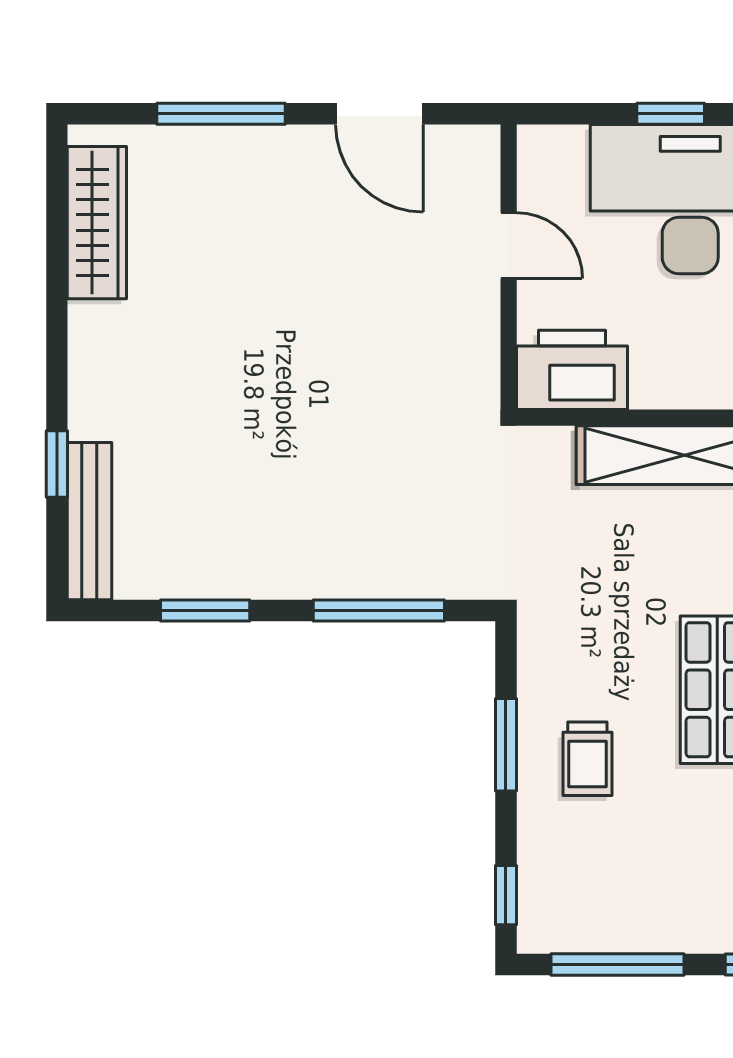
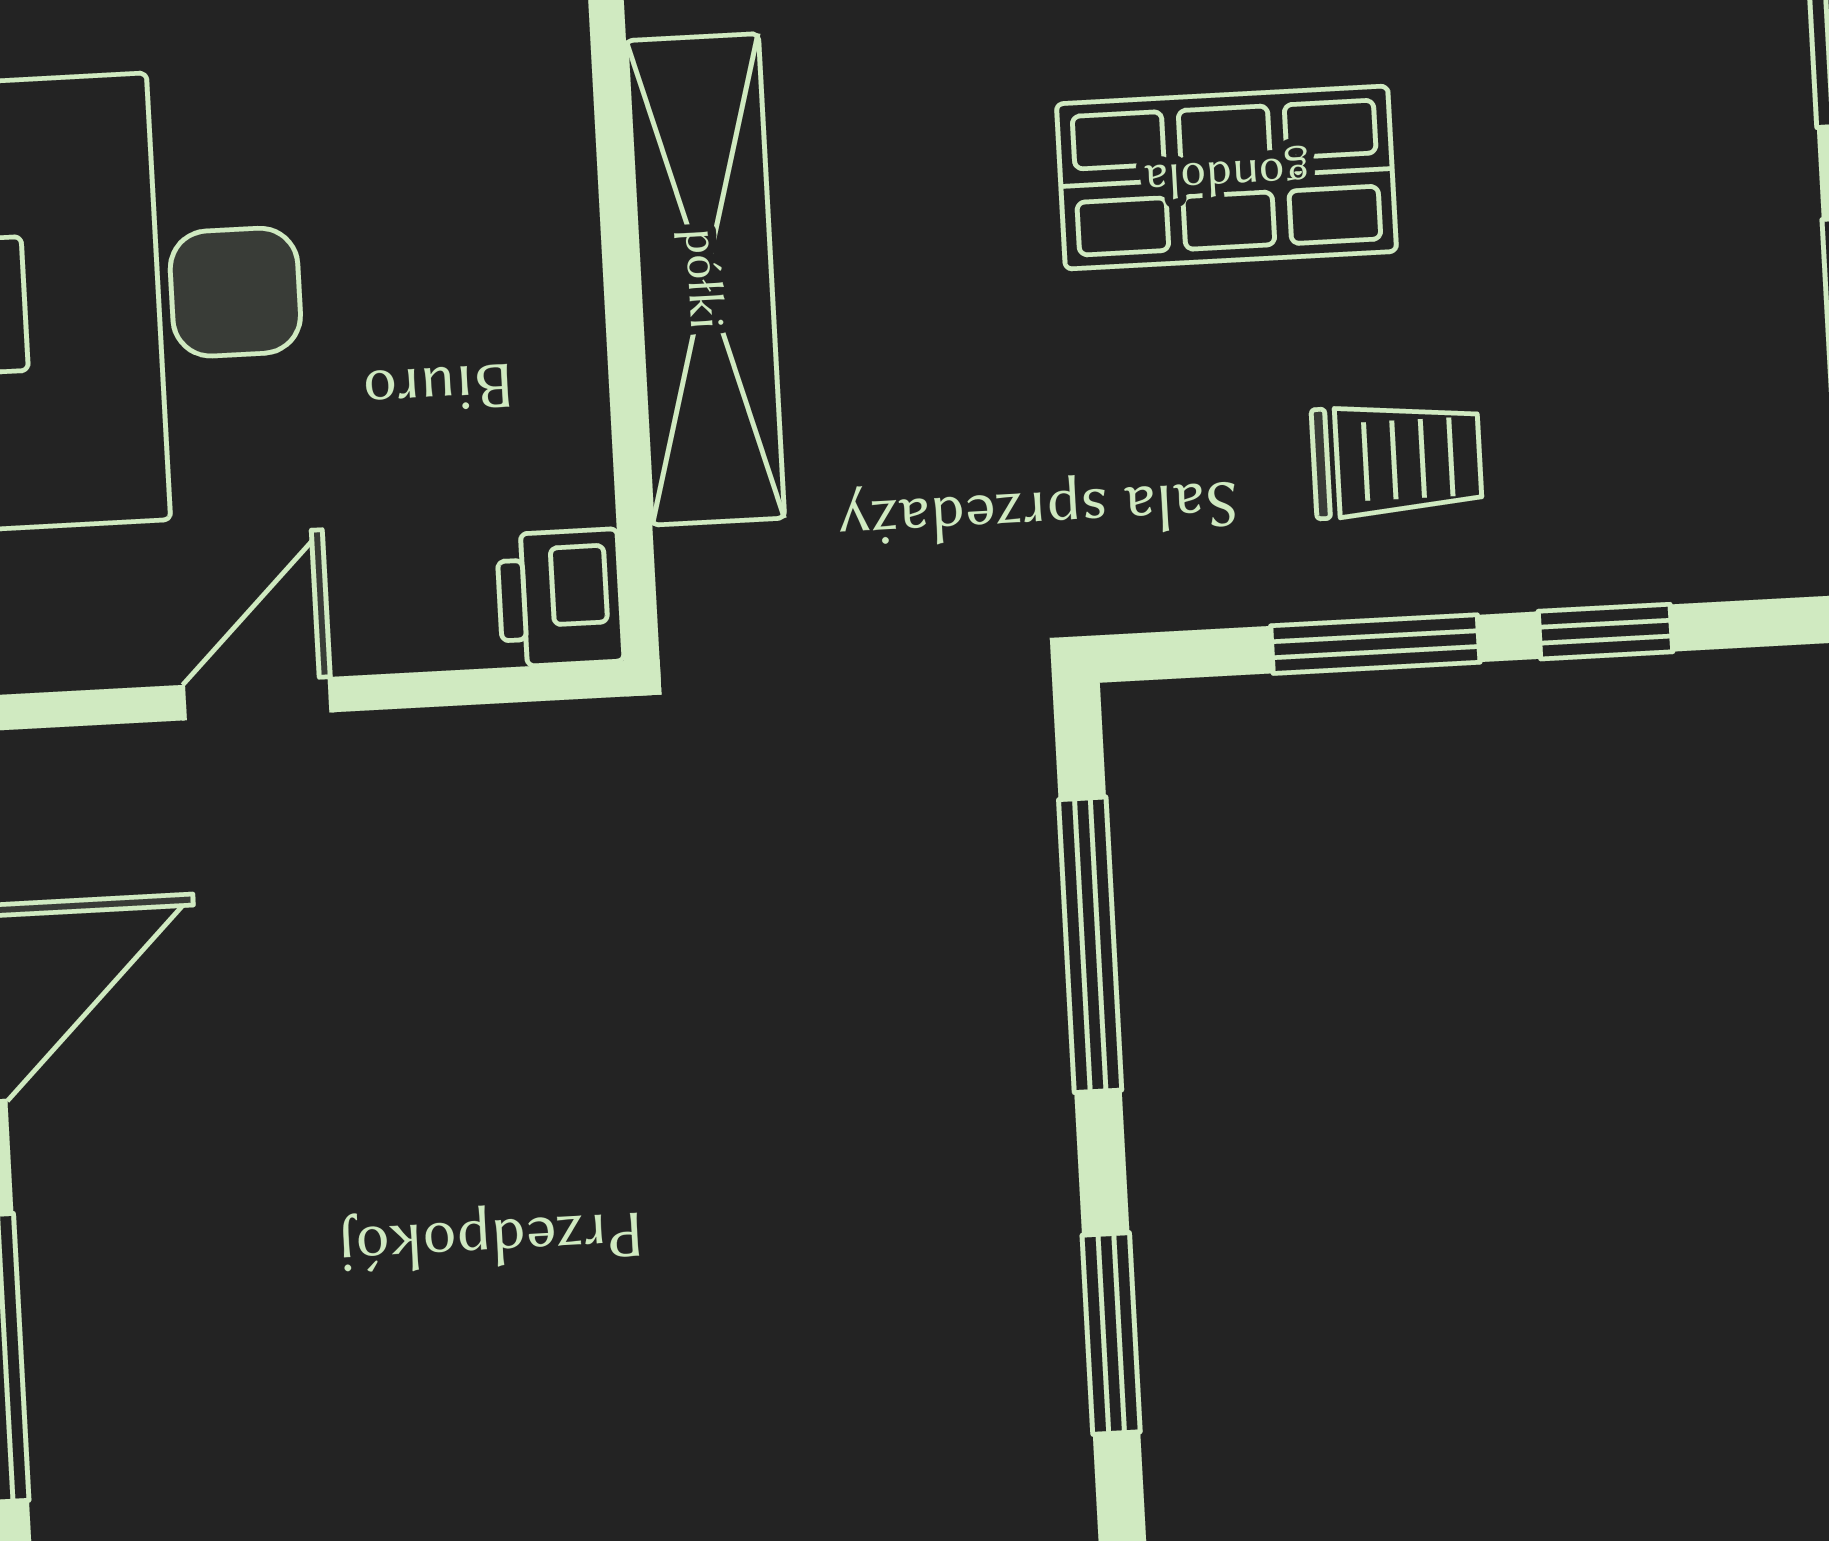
printer: (572, 370) -> (560, 598), width x0.53, depth x0.68
window: (506, 895) -> (1605, 632), moved

